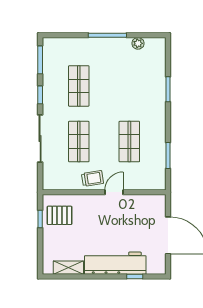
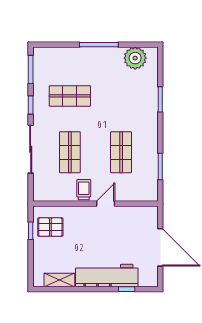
plant: (138, 43) -> (135, 58), width x1.87, depth x1.87
shop shelf: (79, 86) -> (70, 96), turned 90
trolley: (92, 178) -> (84, 190), turned -81

